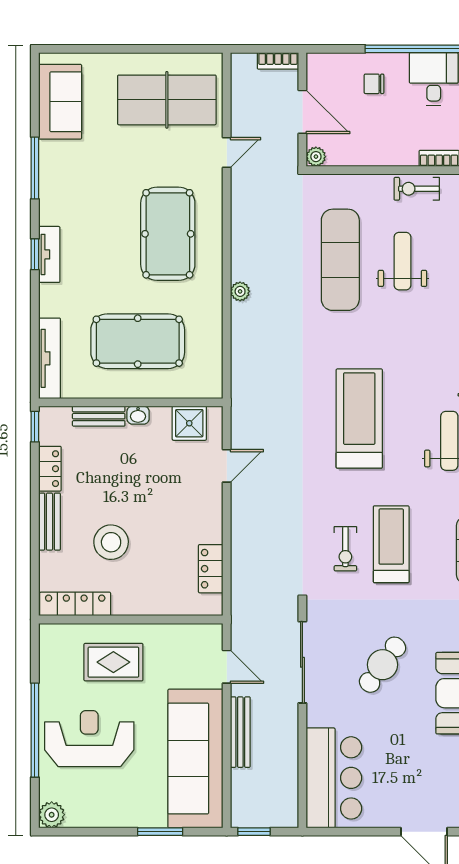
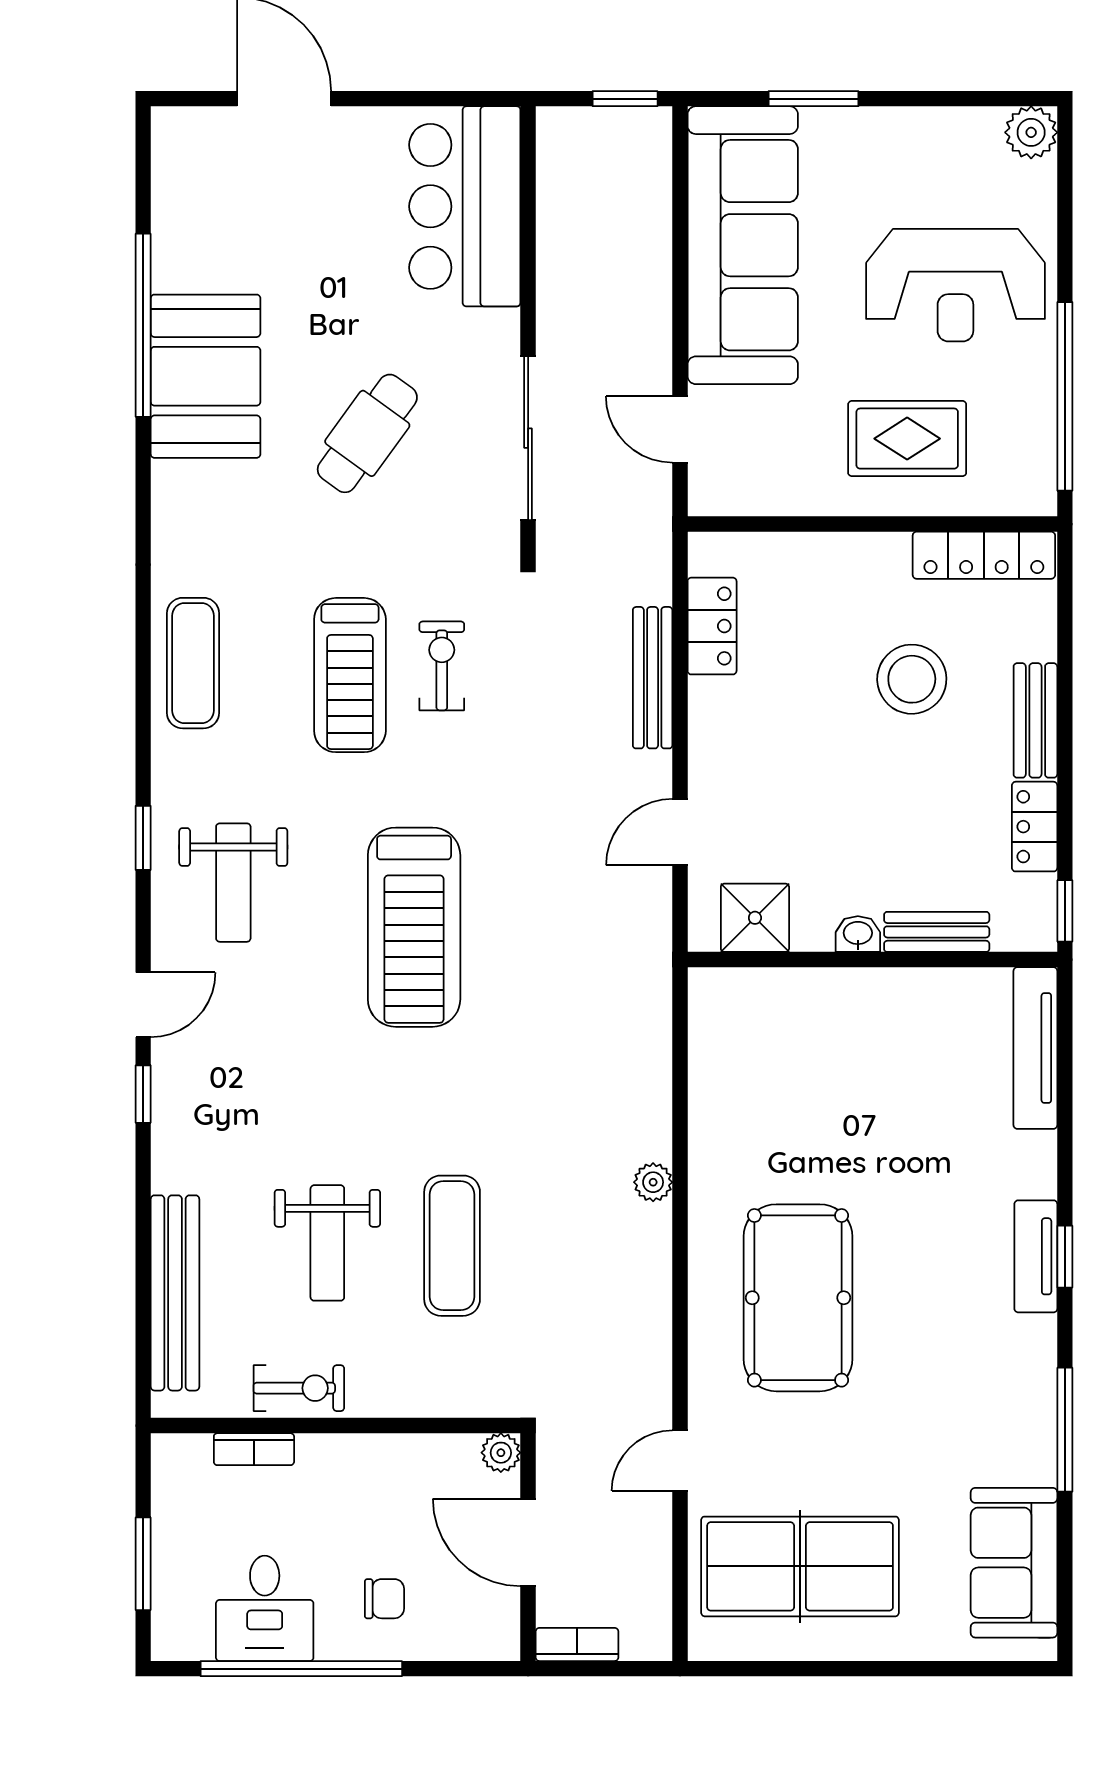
exercise mat: (340, 260) -> (452, 1246), width x0.73, depth x0.69
pool table: (138, 341) -> (858, 1082), removed
window: (35, 730) -> (1065, 396), moved
bench: (240, 732) -> (653, 678), moved

